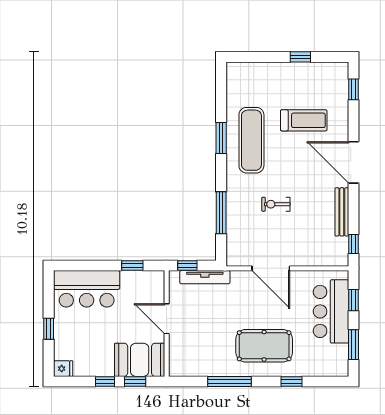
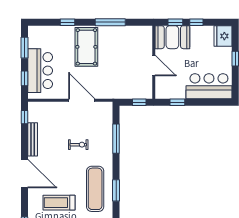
tv unit: (205, 277) -> (127, 94), removed
pool table: (264, 346) -> (86, 47), turned 90
fridge: (63, 369) -> (223, 36), width x1.88, depth x1.34

